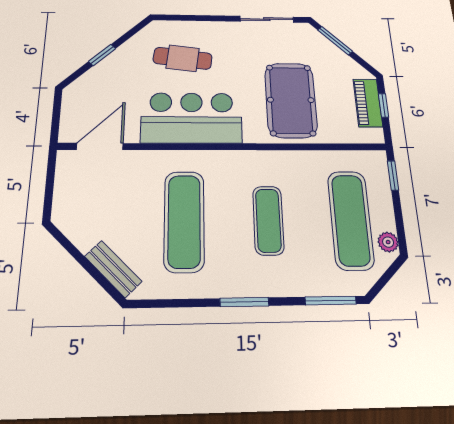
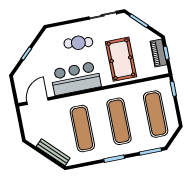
cafe table: (183, 58) -> (78, 43), moved
exercise mat: (268, 220) -> (119, 121), width x1.36, depth x1.45
plant: (388, 242) -> (173, 121), removed
bench: (113, 269) -> (53, 152), width x1.36

